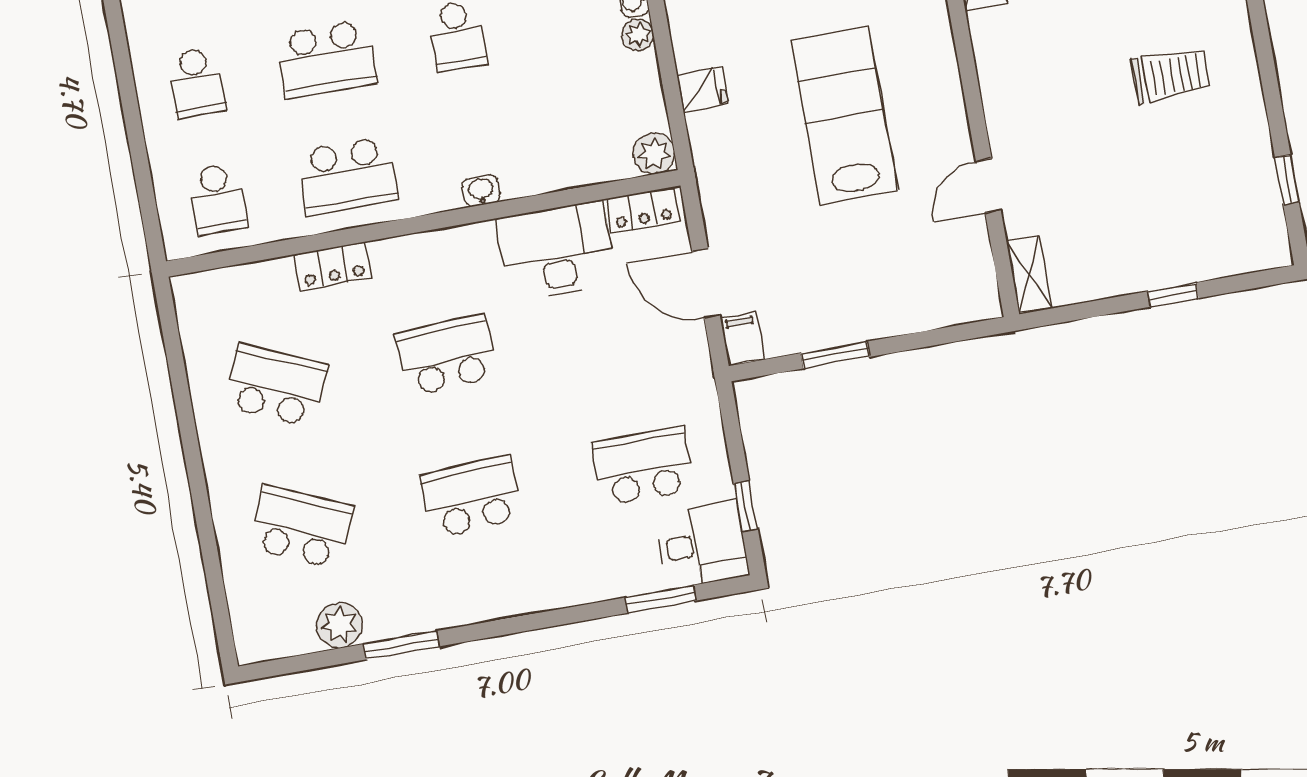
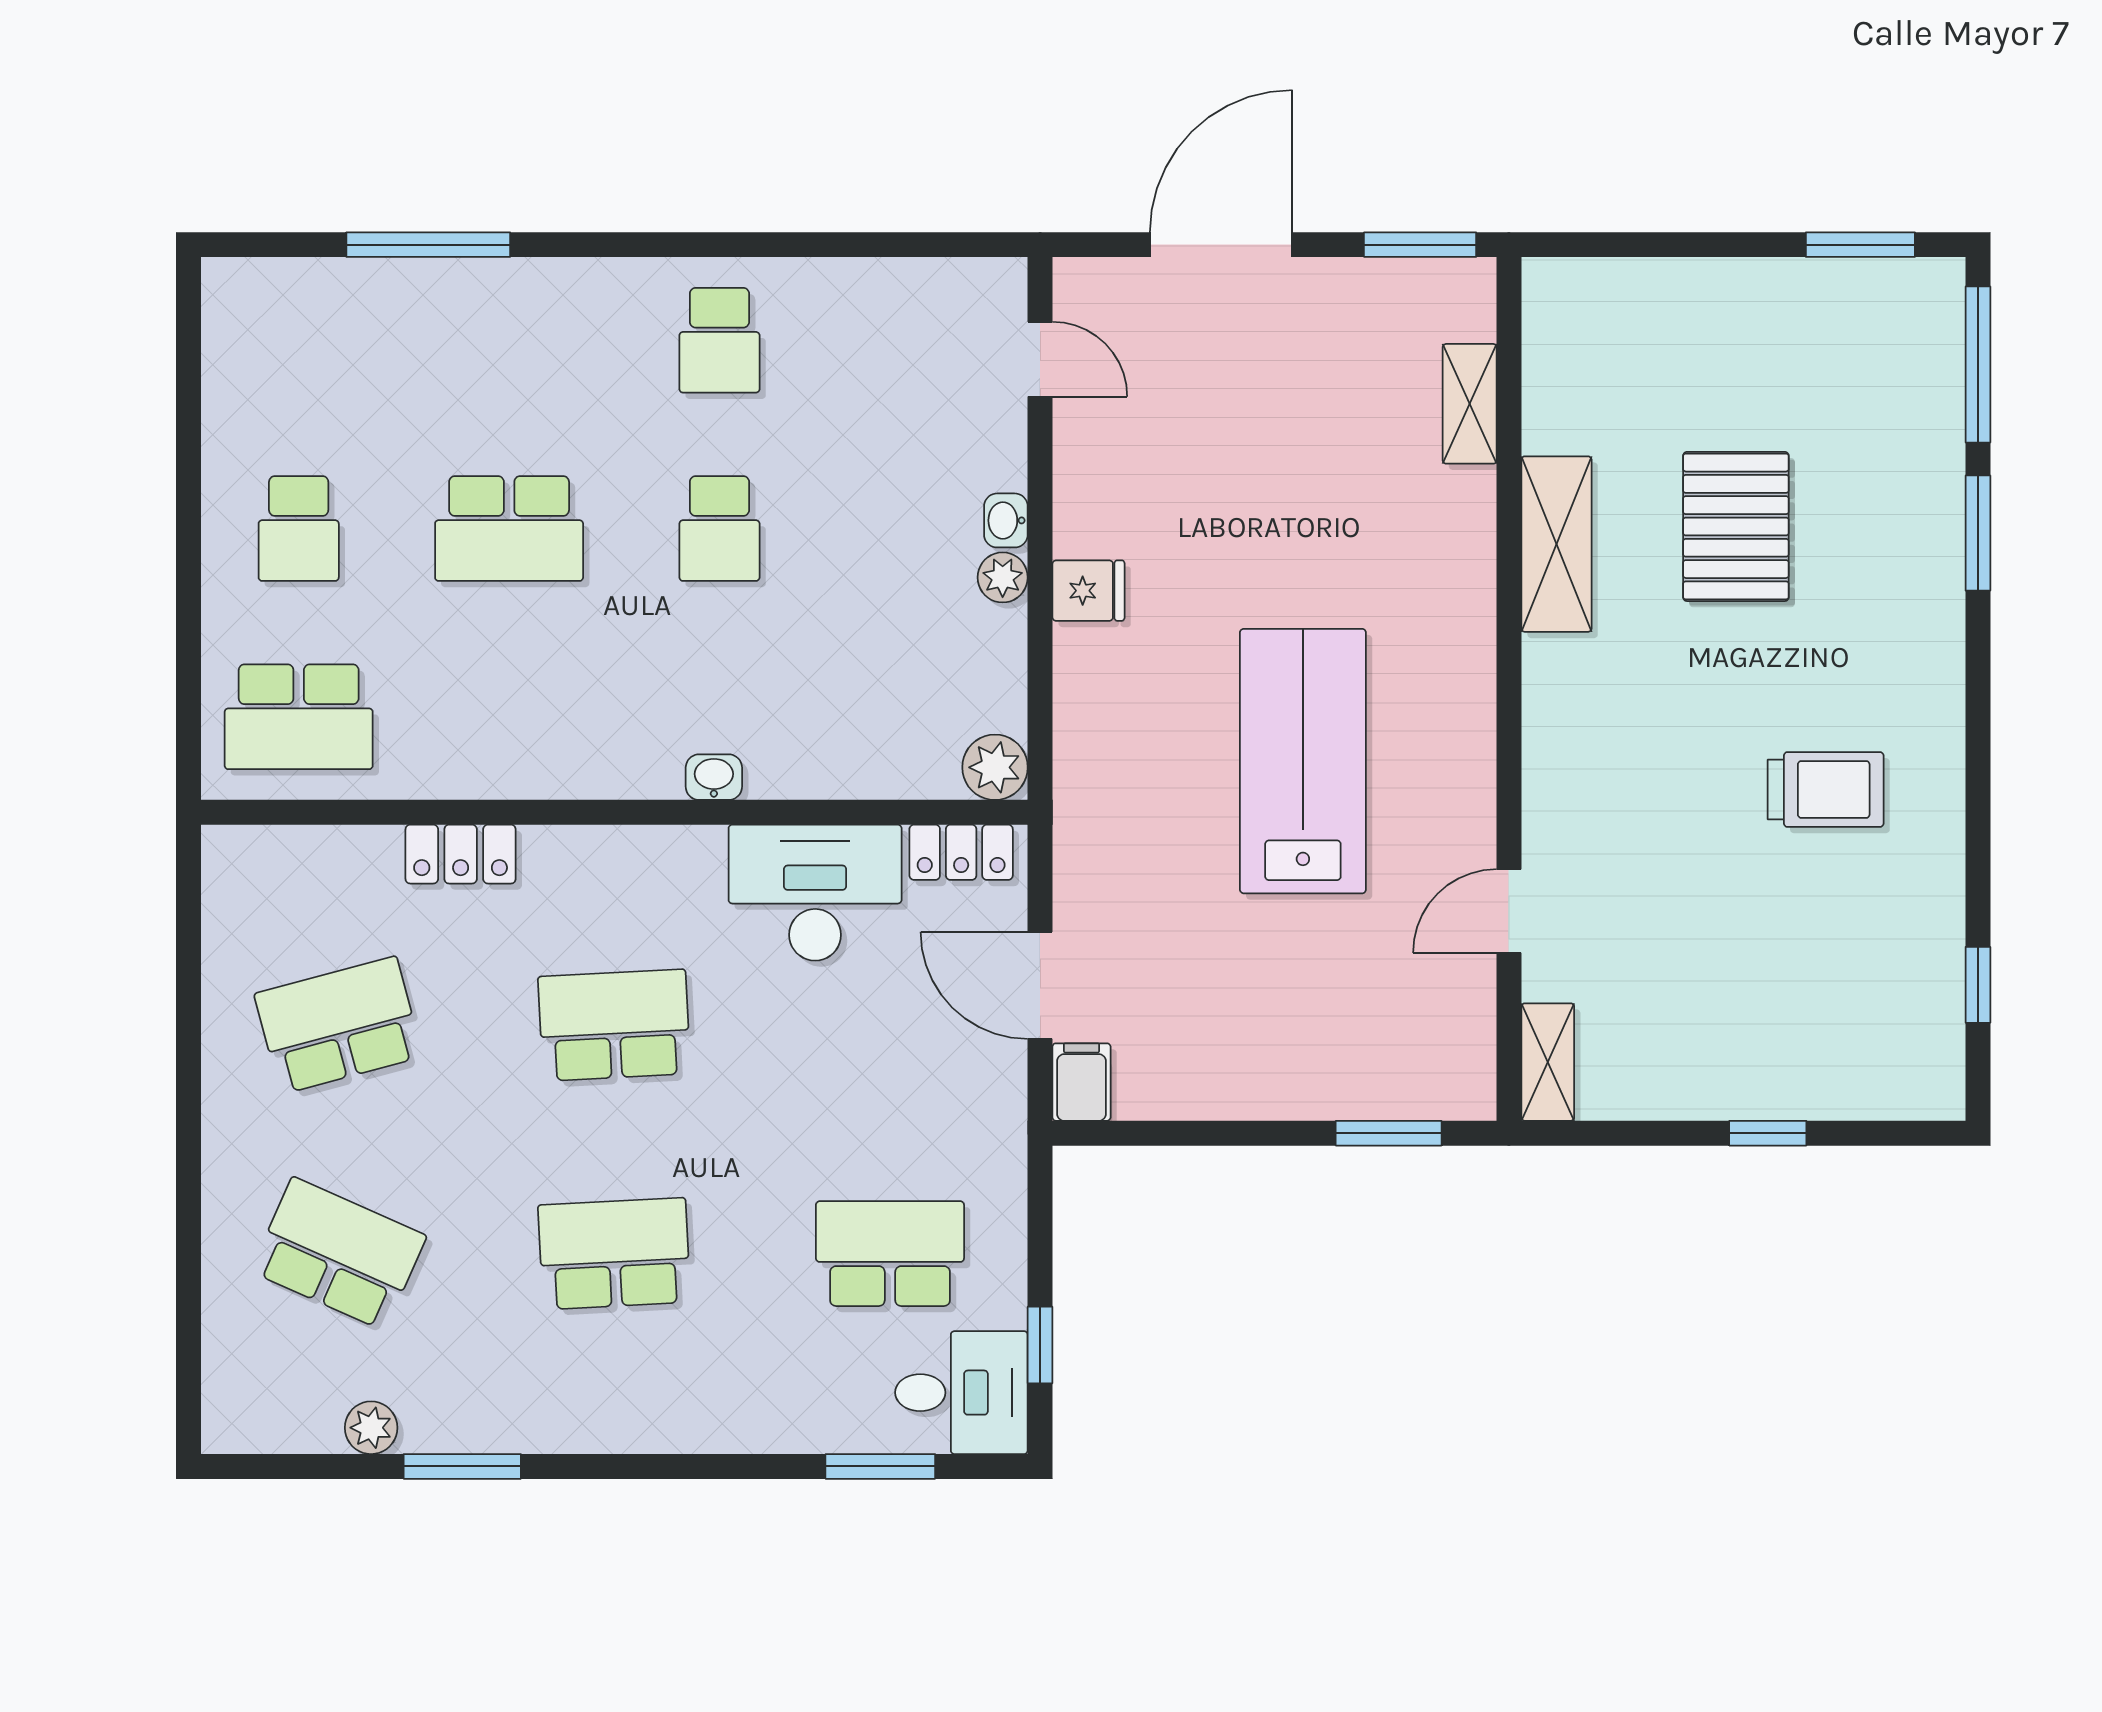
fridge: (702, 90) -> (1088, 591), moved
school desk: (347, 176) -> (509, 717), removed
school desk: (217, 199) -> (299, 717), width x1.85
window: (835, 355) -> (1389, 1133), moved
school desk: (276, 386) -> (339, 1025), turned -39
plant: (339, 625) -> (371, 1428), width x0.73, depth x0.73

